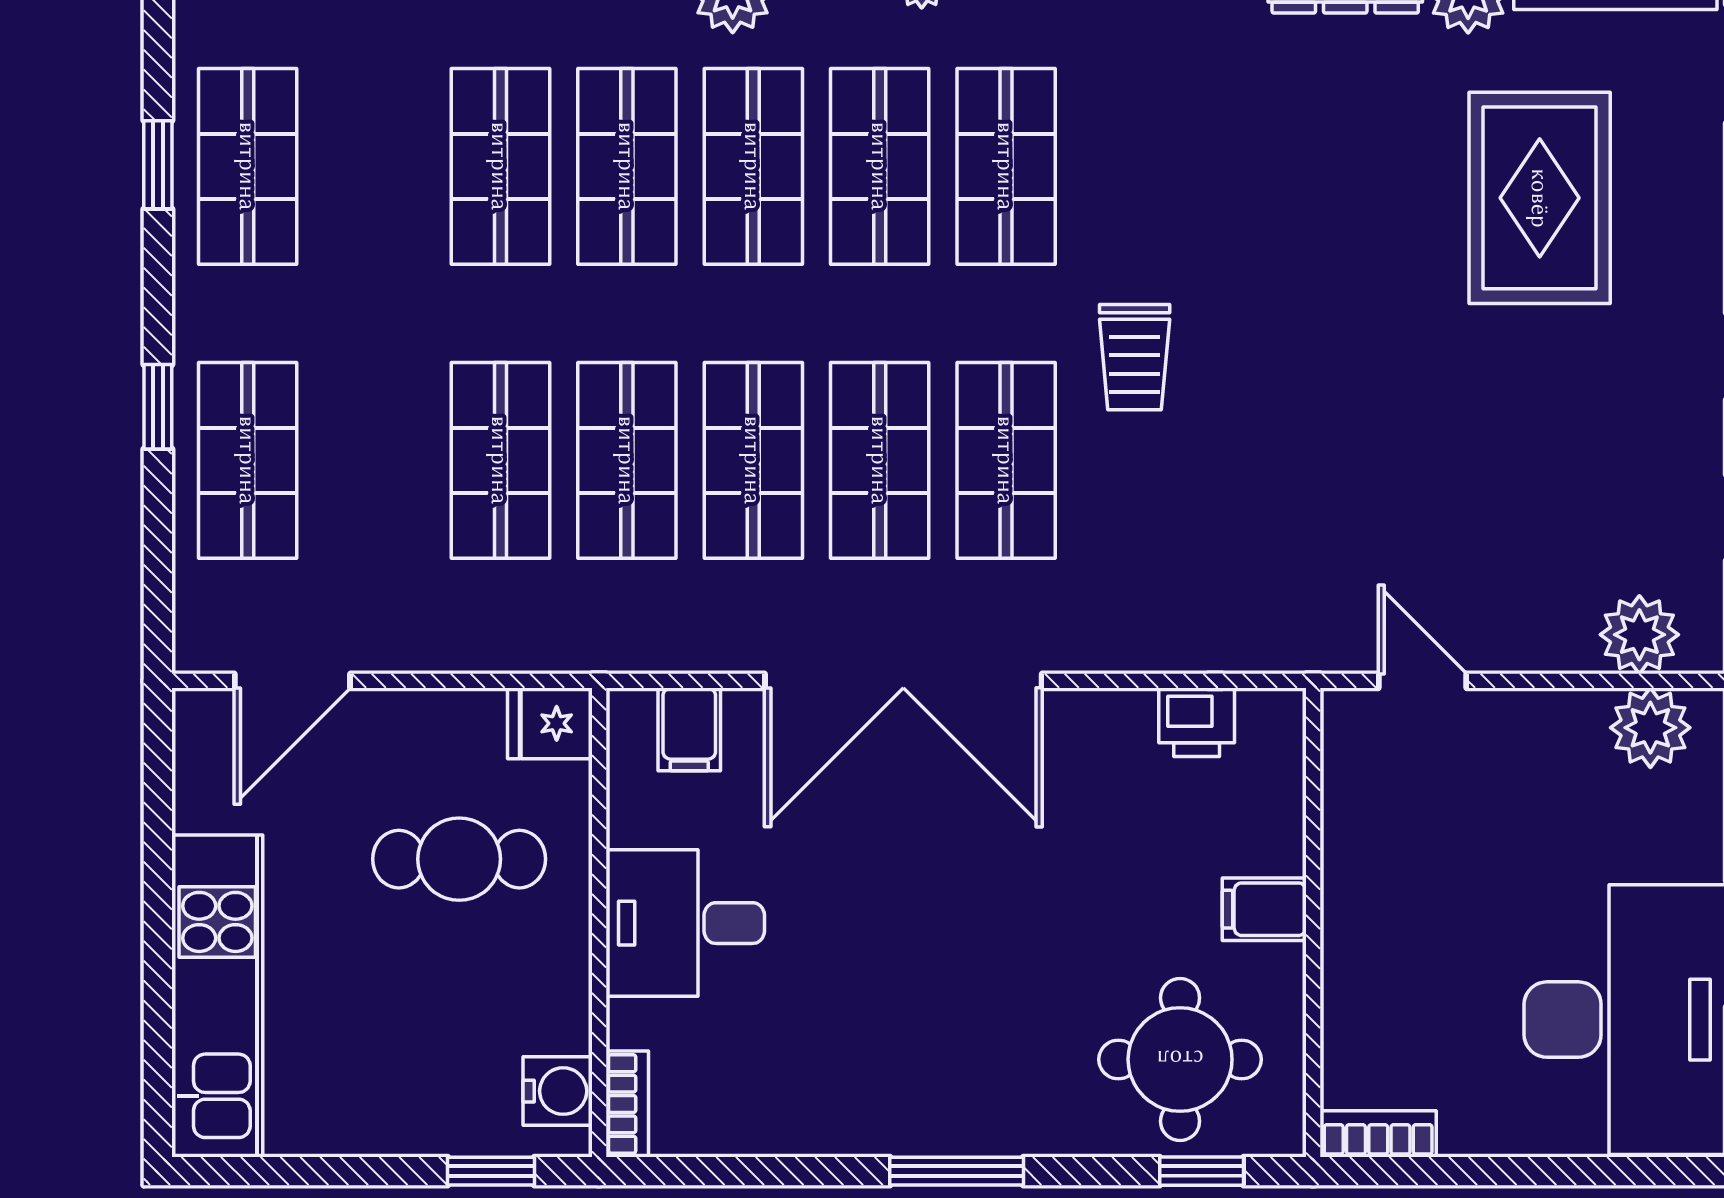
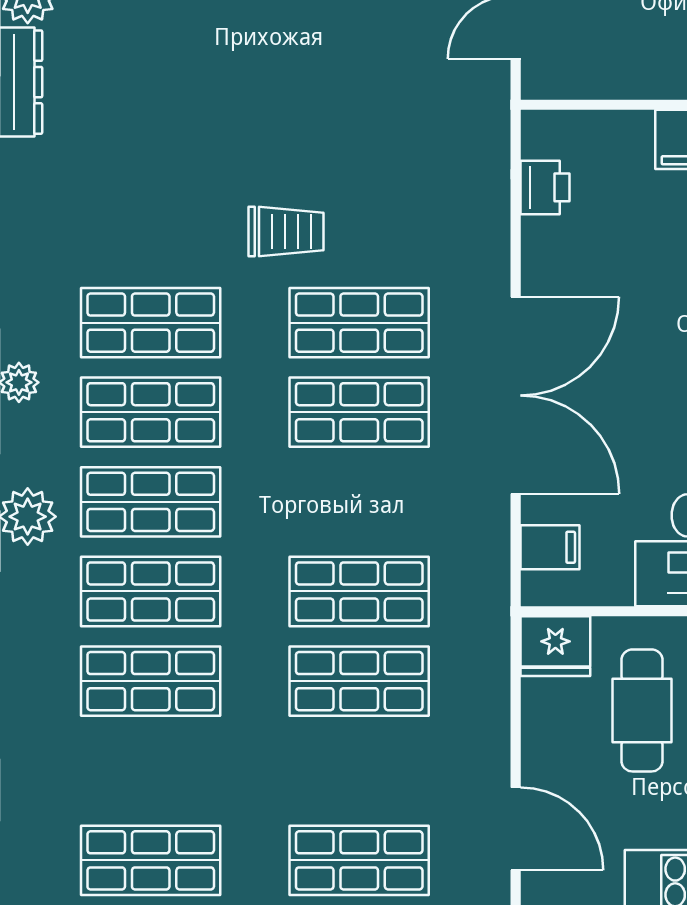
shop shelf: (753, 460) -> (359, 502), removed
fridge: (550, 723) -> (555, 646), width x1.38

